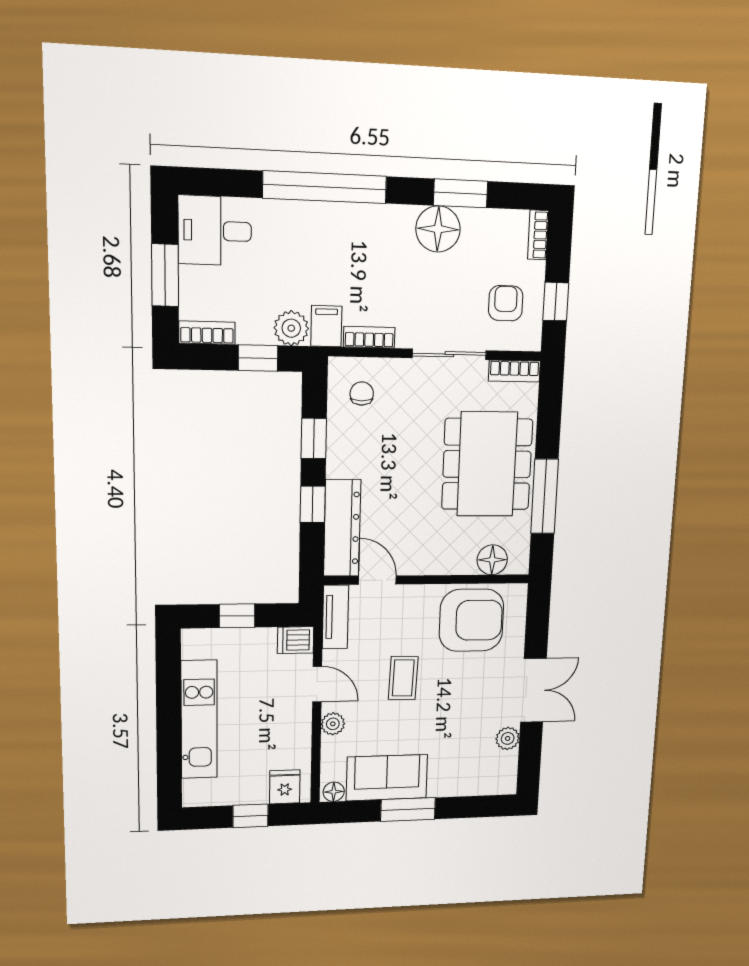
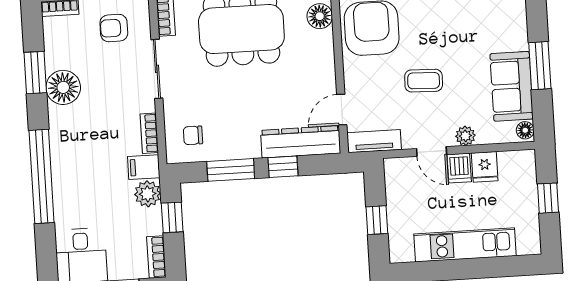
window: (314, 438) -> (231, 170), width x1.50
dishwasher: (296, 640) -> (459, 168), moved
door: (317, 684) -> (432, 152), swing flipped
fridge: (285, 787) -> (485, 167), moved, turned -90

